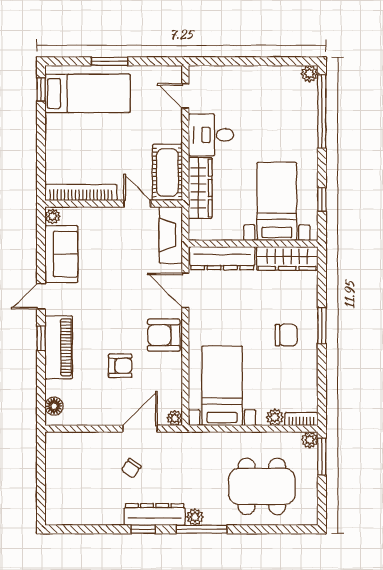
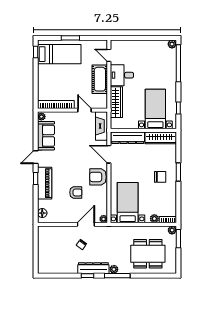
cot: (167, 172) -> (100, 79), moved

